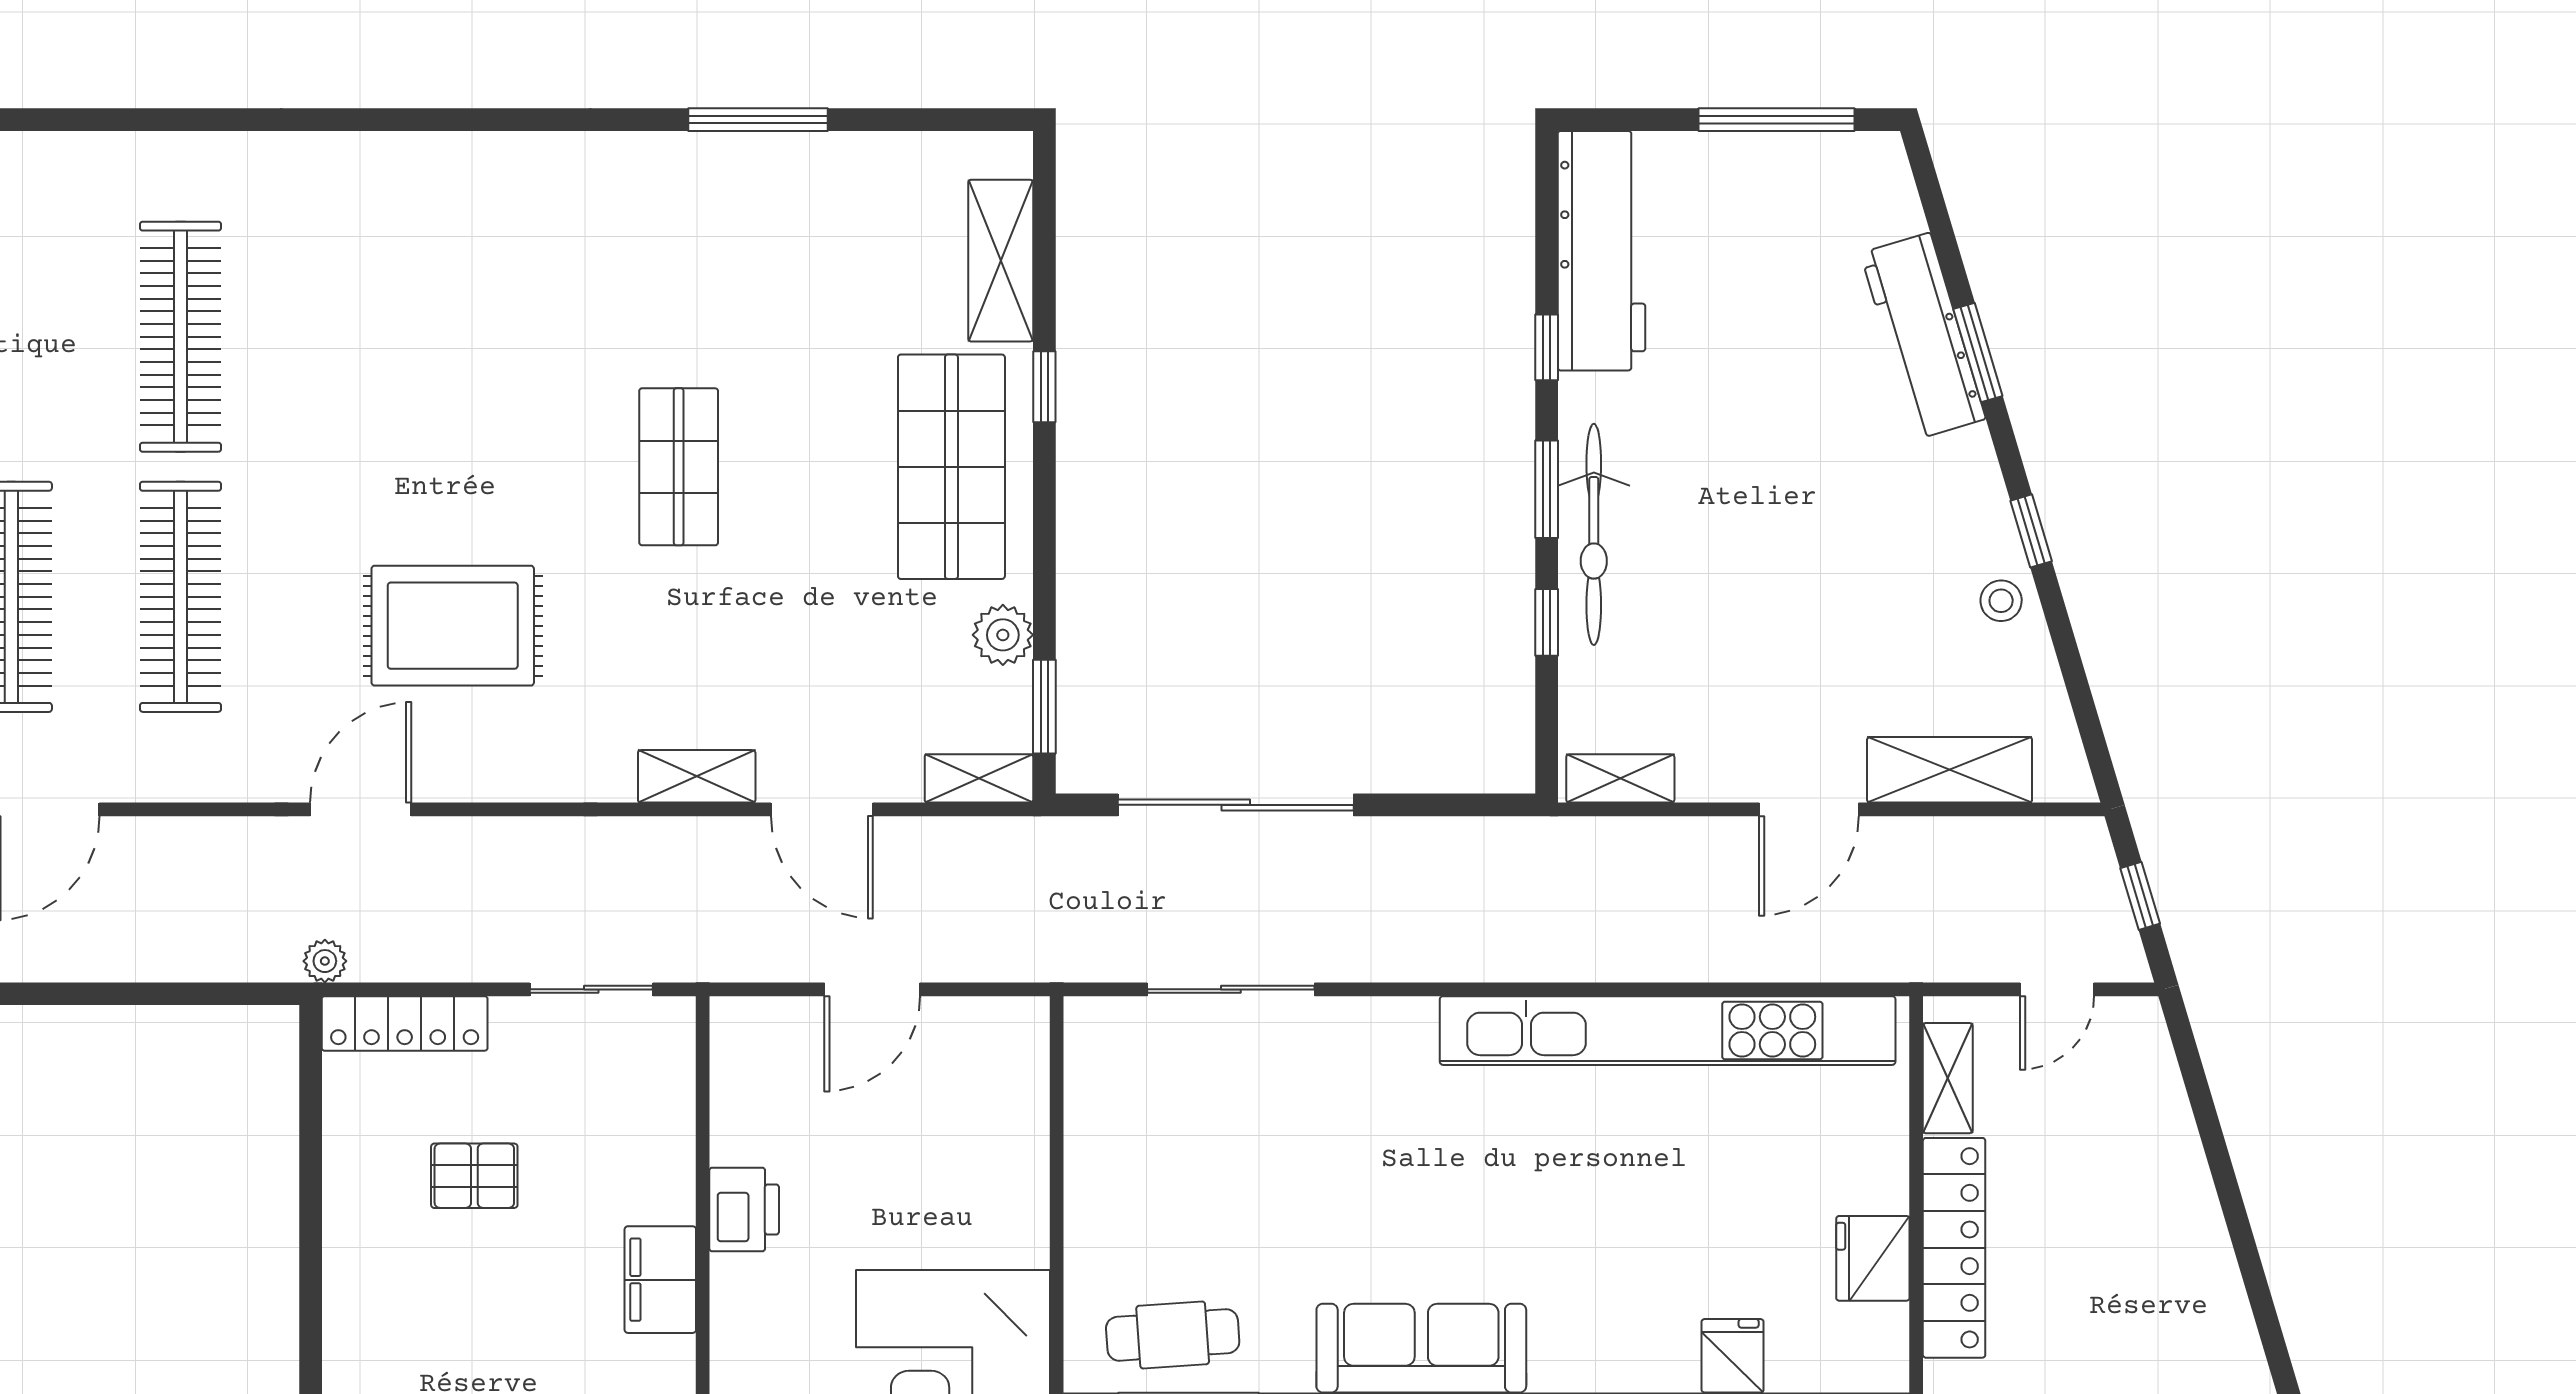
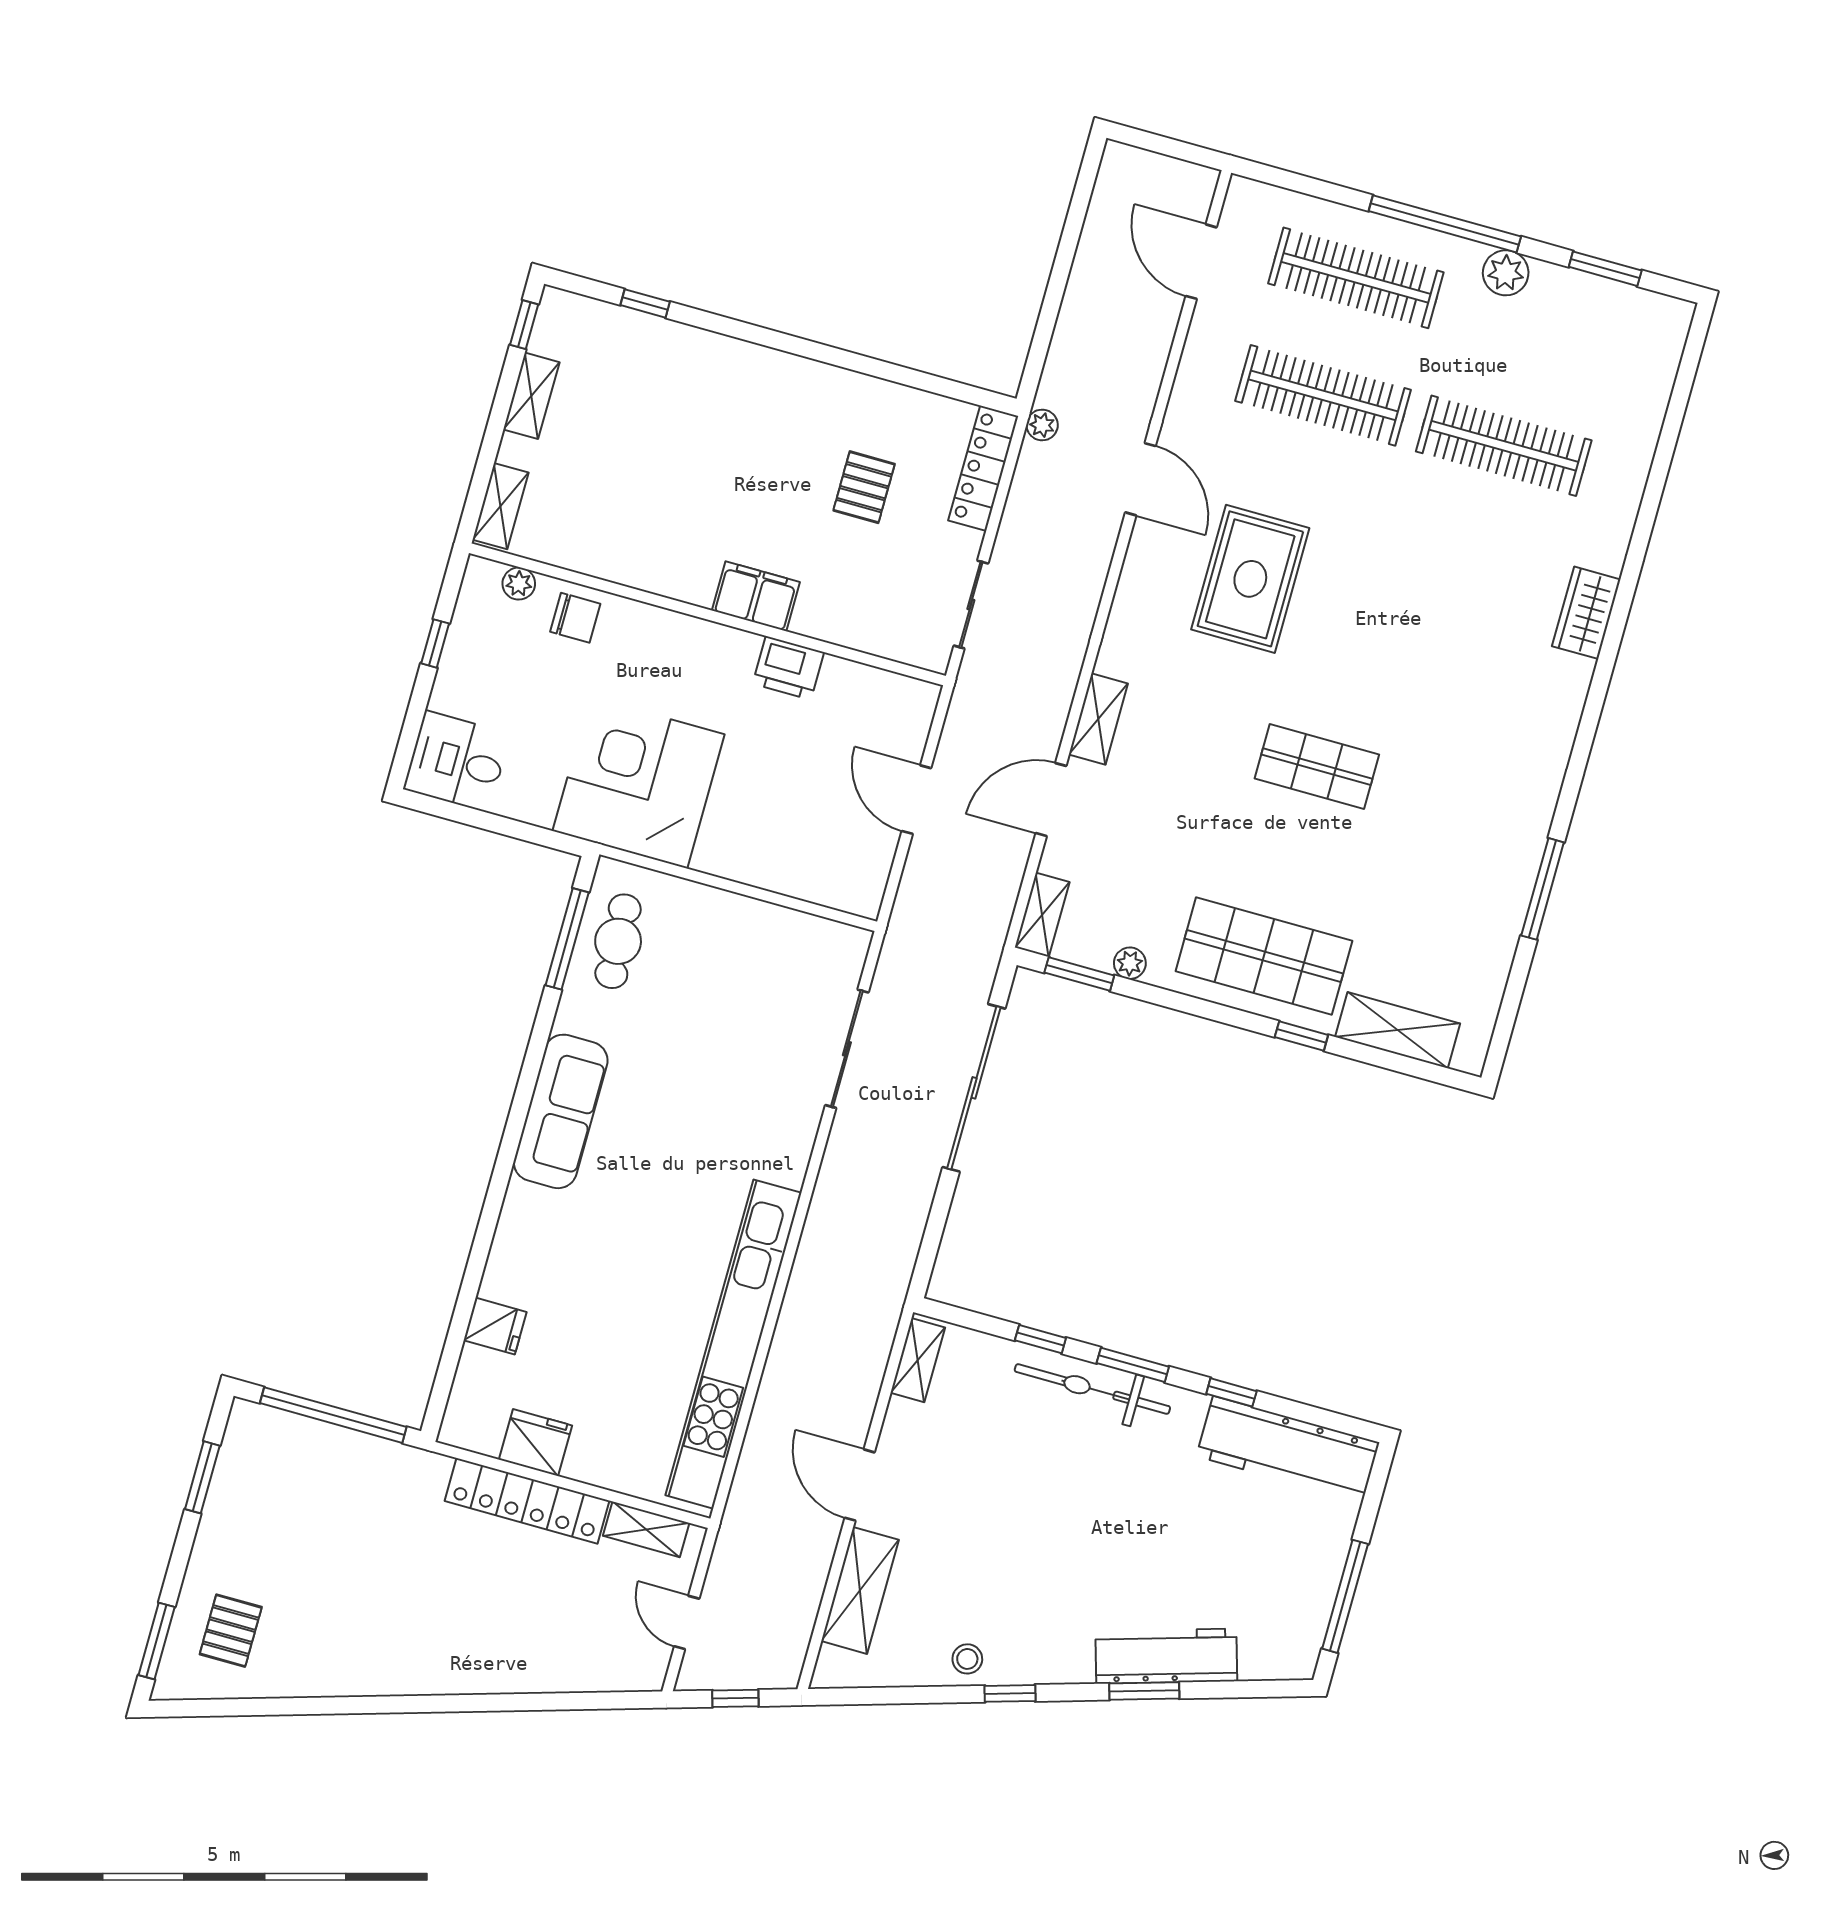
wardrobe: (373, 164) -> (1586, 613), added
plant: (1003, 635) -> (1130, 963), width x0.73, depth x0.73

